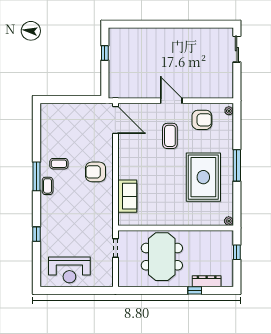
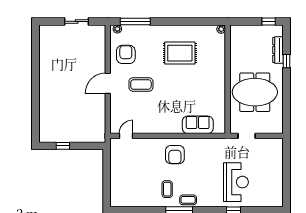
sliding door: (237, 49) -> (77, 21), moved
door: (115, 120) -> (126, 136), width x0.53
window: (237, 165) -> (135, 21), moved
rug: (203, 177) -> (180, 53), width x0.73, depth x0.69
window: (237, 252) -> (269, 21), moved
reception desk: (69, 270) -> (236, 182), moved

